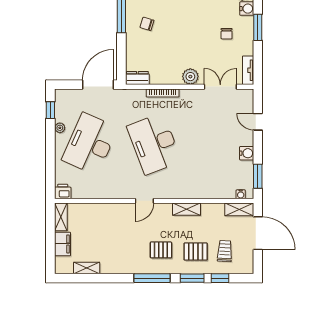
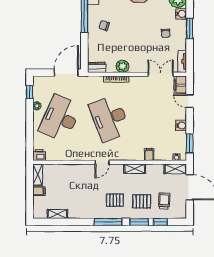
plant: (190, 77) -> (122, 66), moved
filing cabinet: (246, 101) -> (180, 85), added
filing cabinet: (205, 191) -> (149, 155), added
filing cabinet: (63, 244) -> (39, 191), width x0.50

